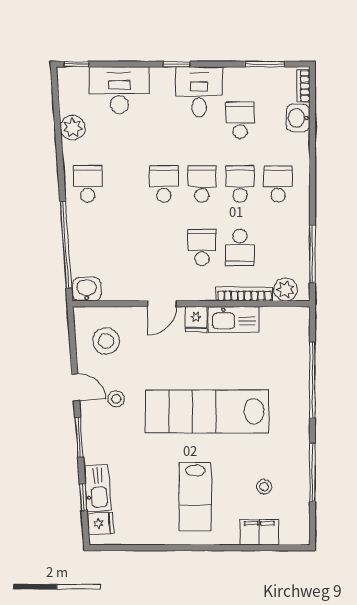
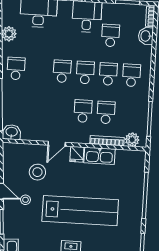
school desk: (240, 247) -> (106, 112), turned 180
stool: (106, 341) -> (37, 172), moved
lab bench: (207, 411) -> (80, 211), turned 180

